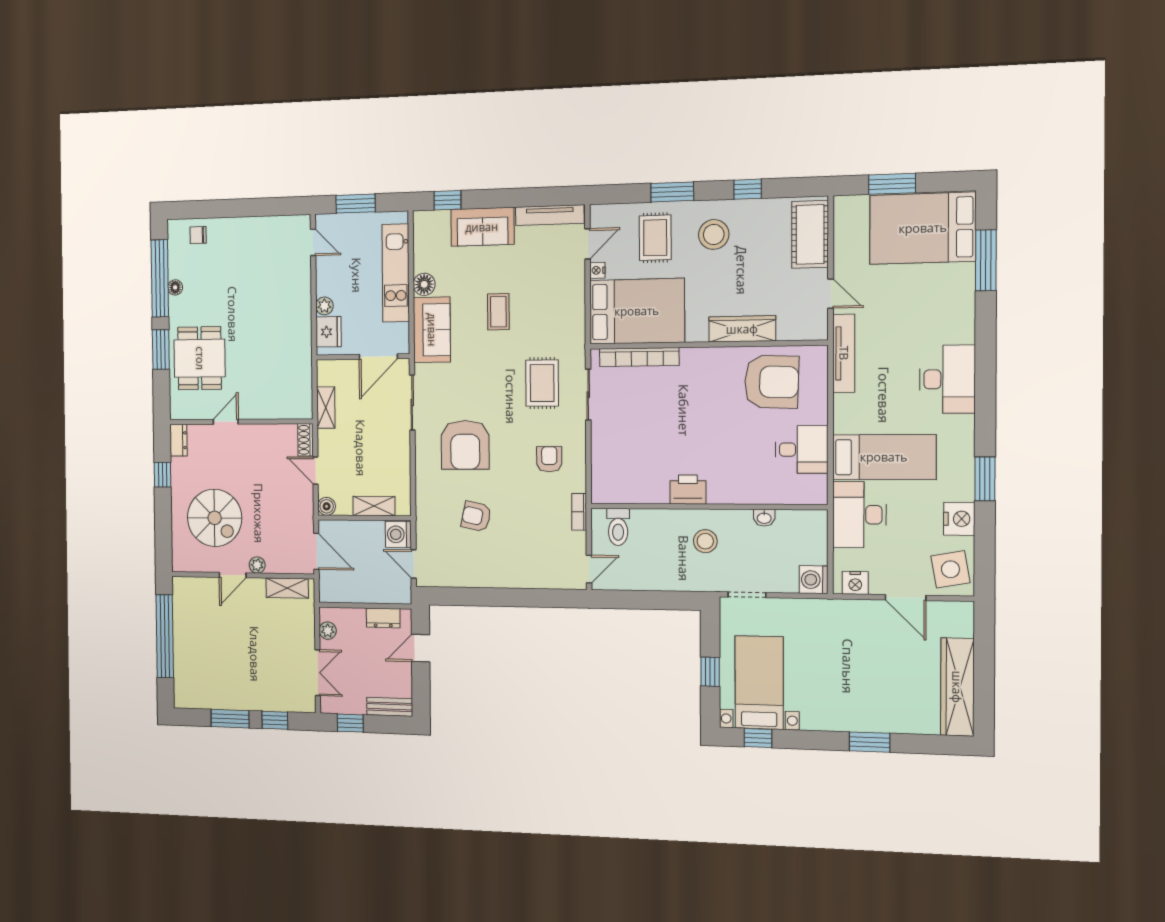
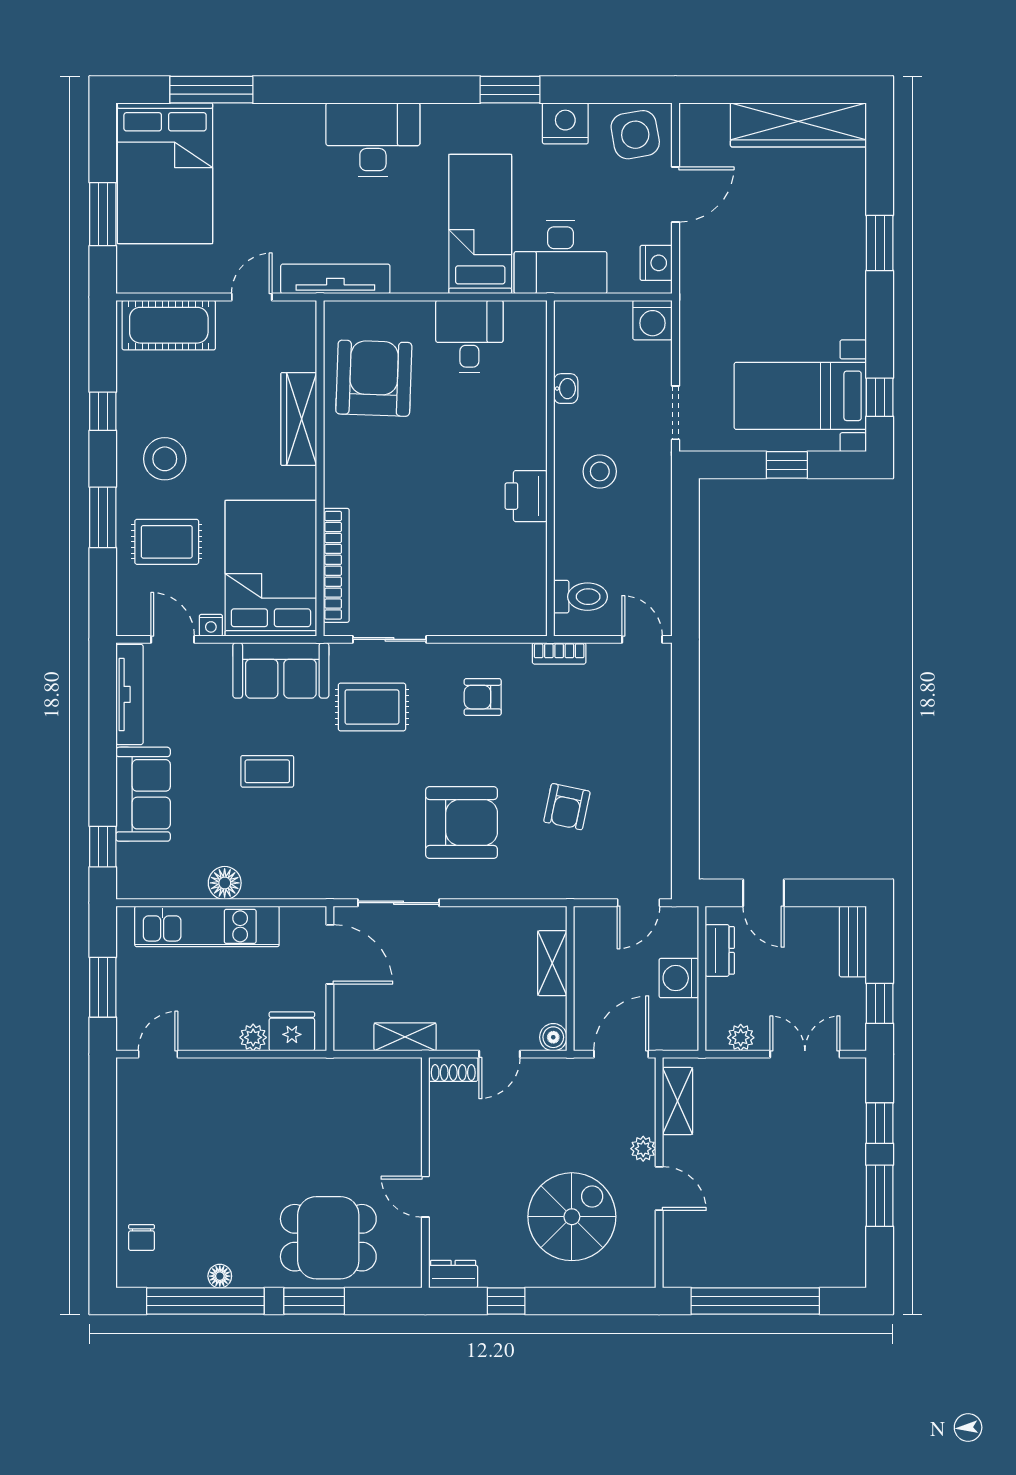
sofa: (432, 330) -> (281, 670), moved, turned 180
washing machine: (398, 534) -> (679, 978), moved, turned 90

